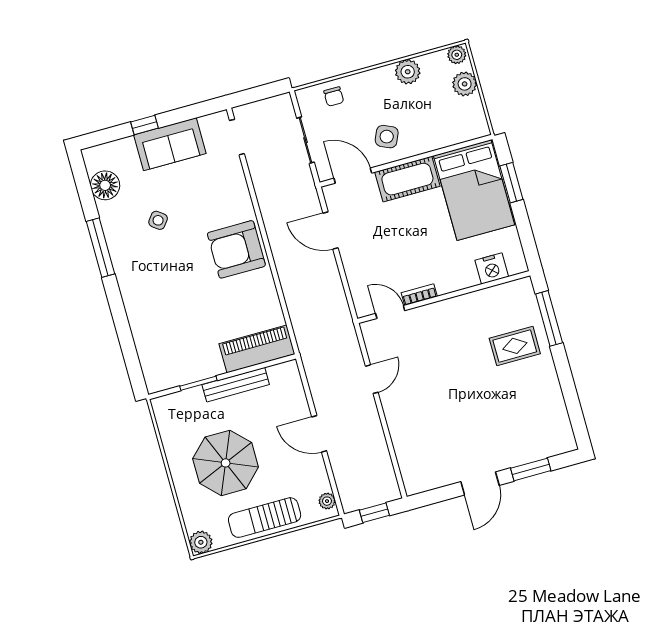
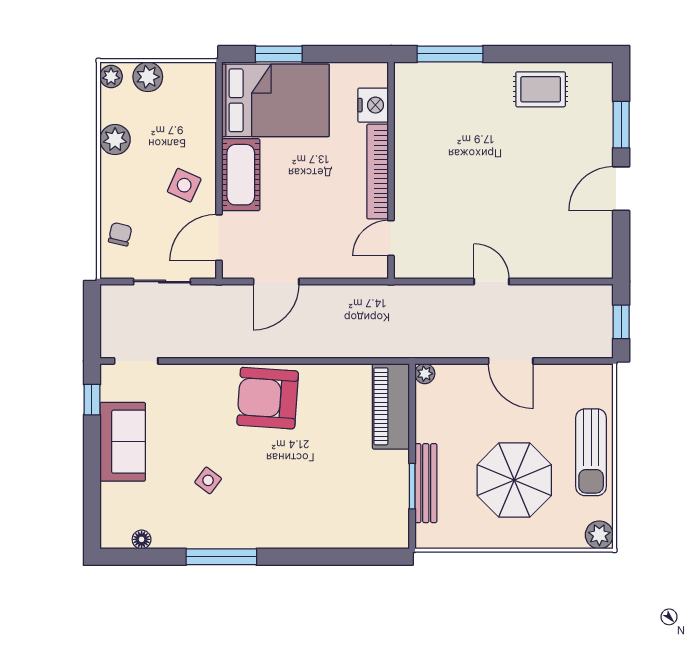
chair: (334, 97) -> (120, 234), turned -77
window: (144, 125) -> (92, 400), moved
floor lamp: (105, 185) -> (142, 539), width x0.53, depth x0.53
armchair: (236, 249) -> (268, 398), turned 94
bookcase: (419, 295) -> (378, 172), width x2.31, depth x1.31
rug: (515, 346) -> (541, 89), moved, turned 90
door: (372, 379) -> (491, 282), moved
bench: (236, 385) -> (426, 483), moved
door: (319, 434) -> (511, 361), hinge flipped
door: (480, 484) -> (621, 189), swing flipped
plant: (327, 501) -> (425, 374), moved

